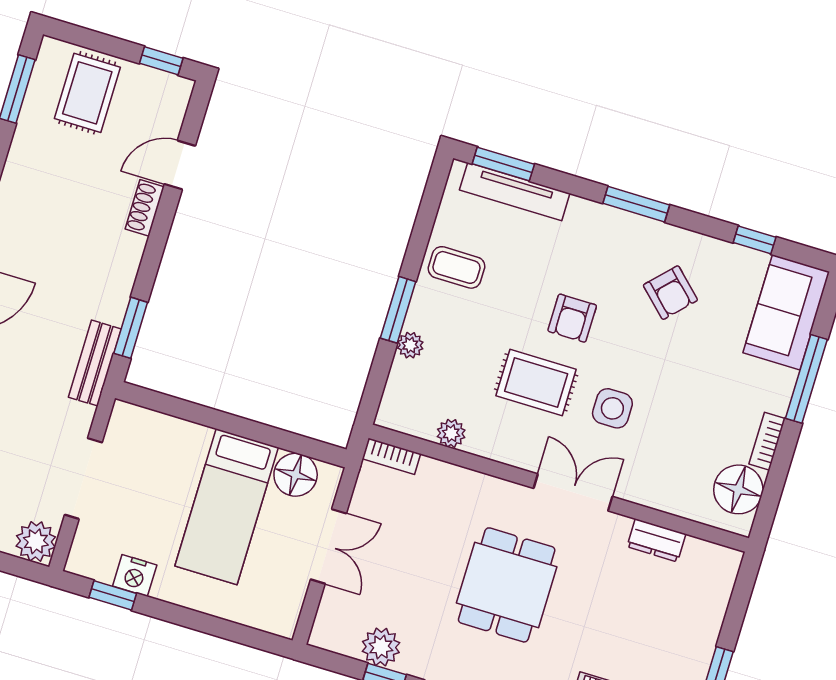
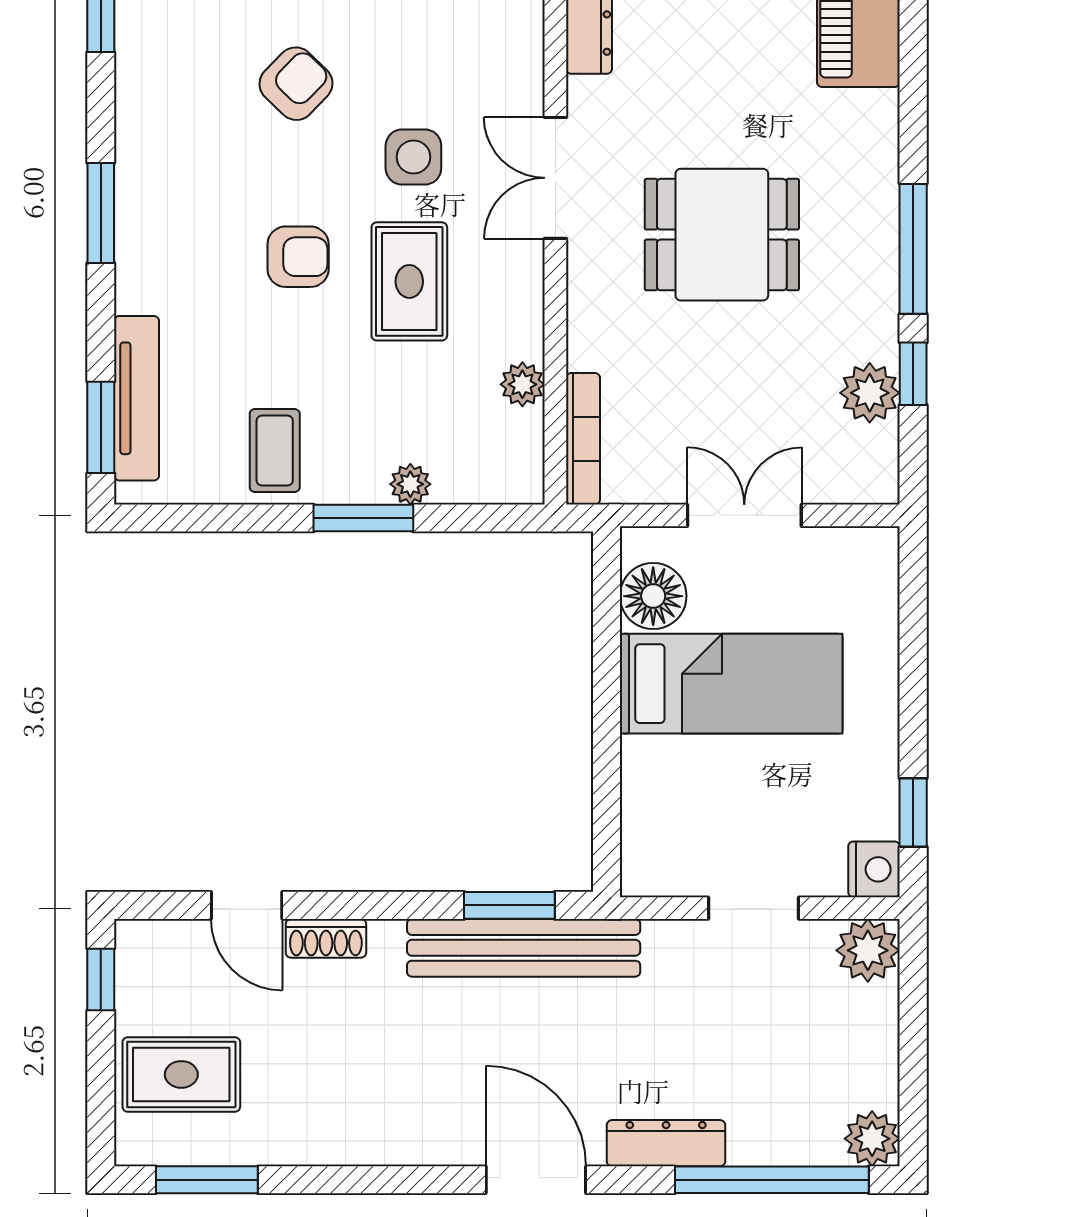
armchair: (670, 293) -> (296, 84), moved
bench: (95, 363) -> (524, 948), width x1.86, depth x1.21
bookcase: (391, 456) -> (583, 439), width x1.56
doorway: (83, 479) -> (754, 908), width x0.73
nightstand: (135, 575) -> (874, 869), moved

